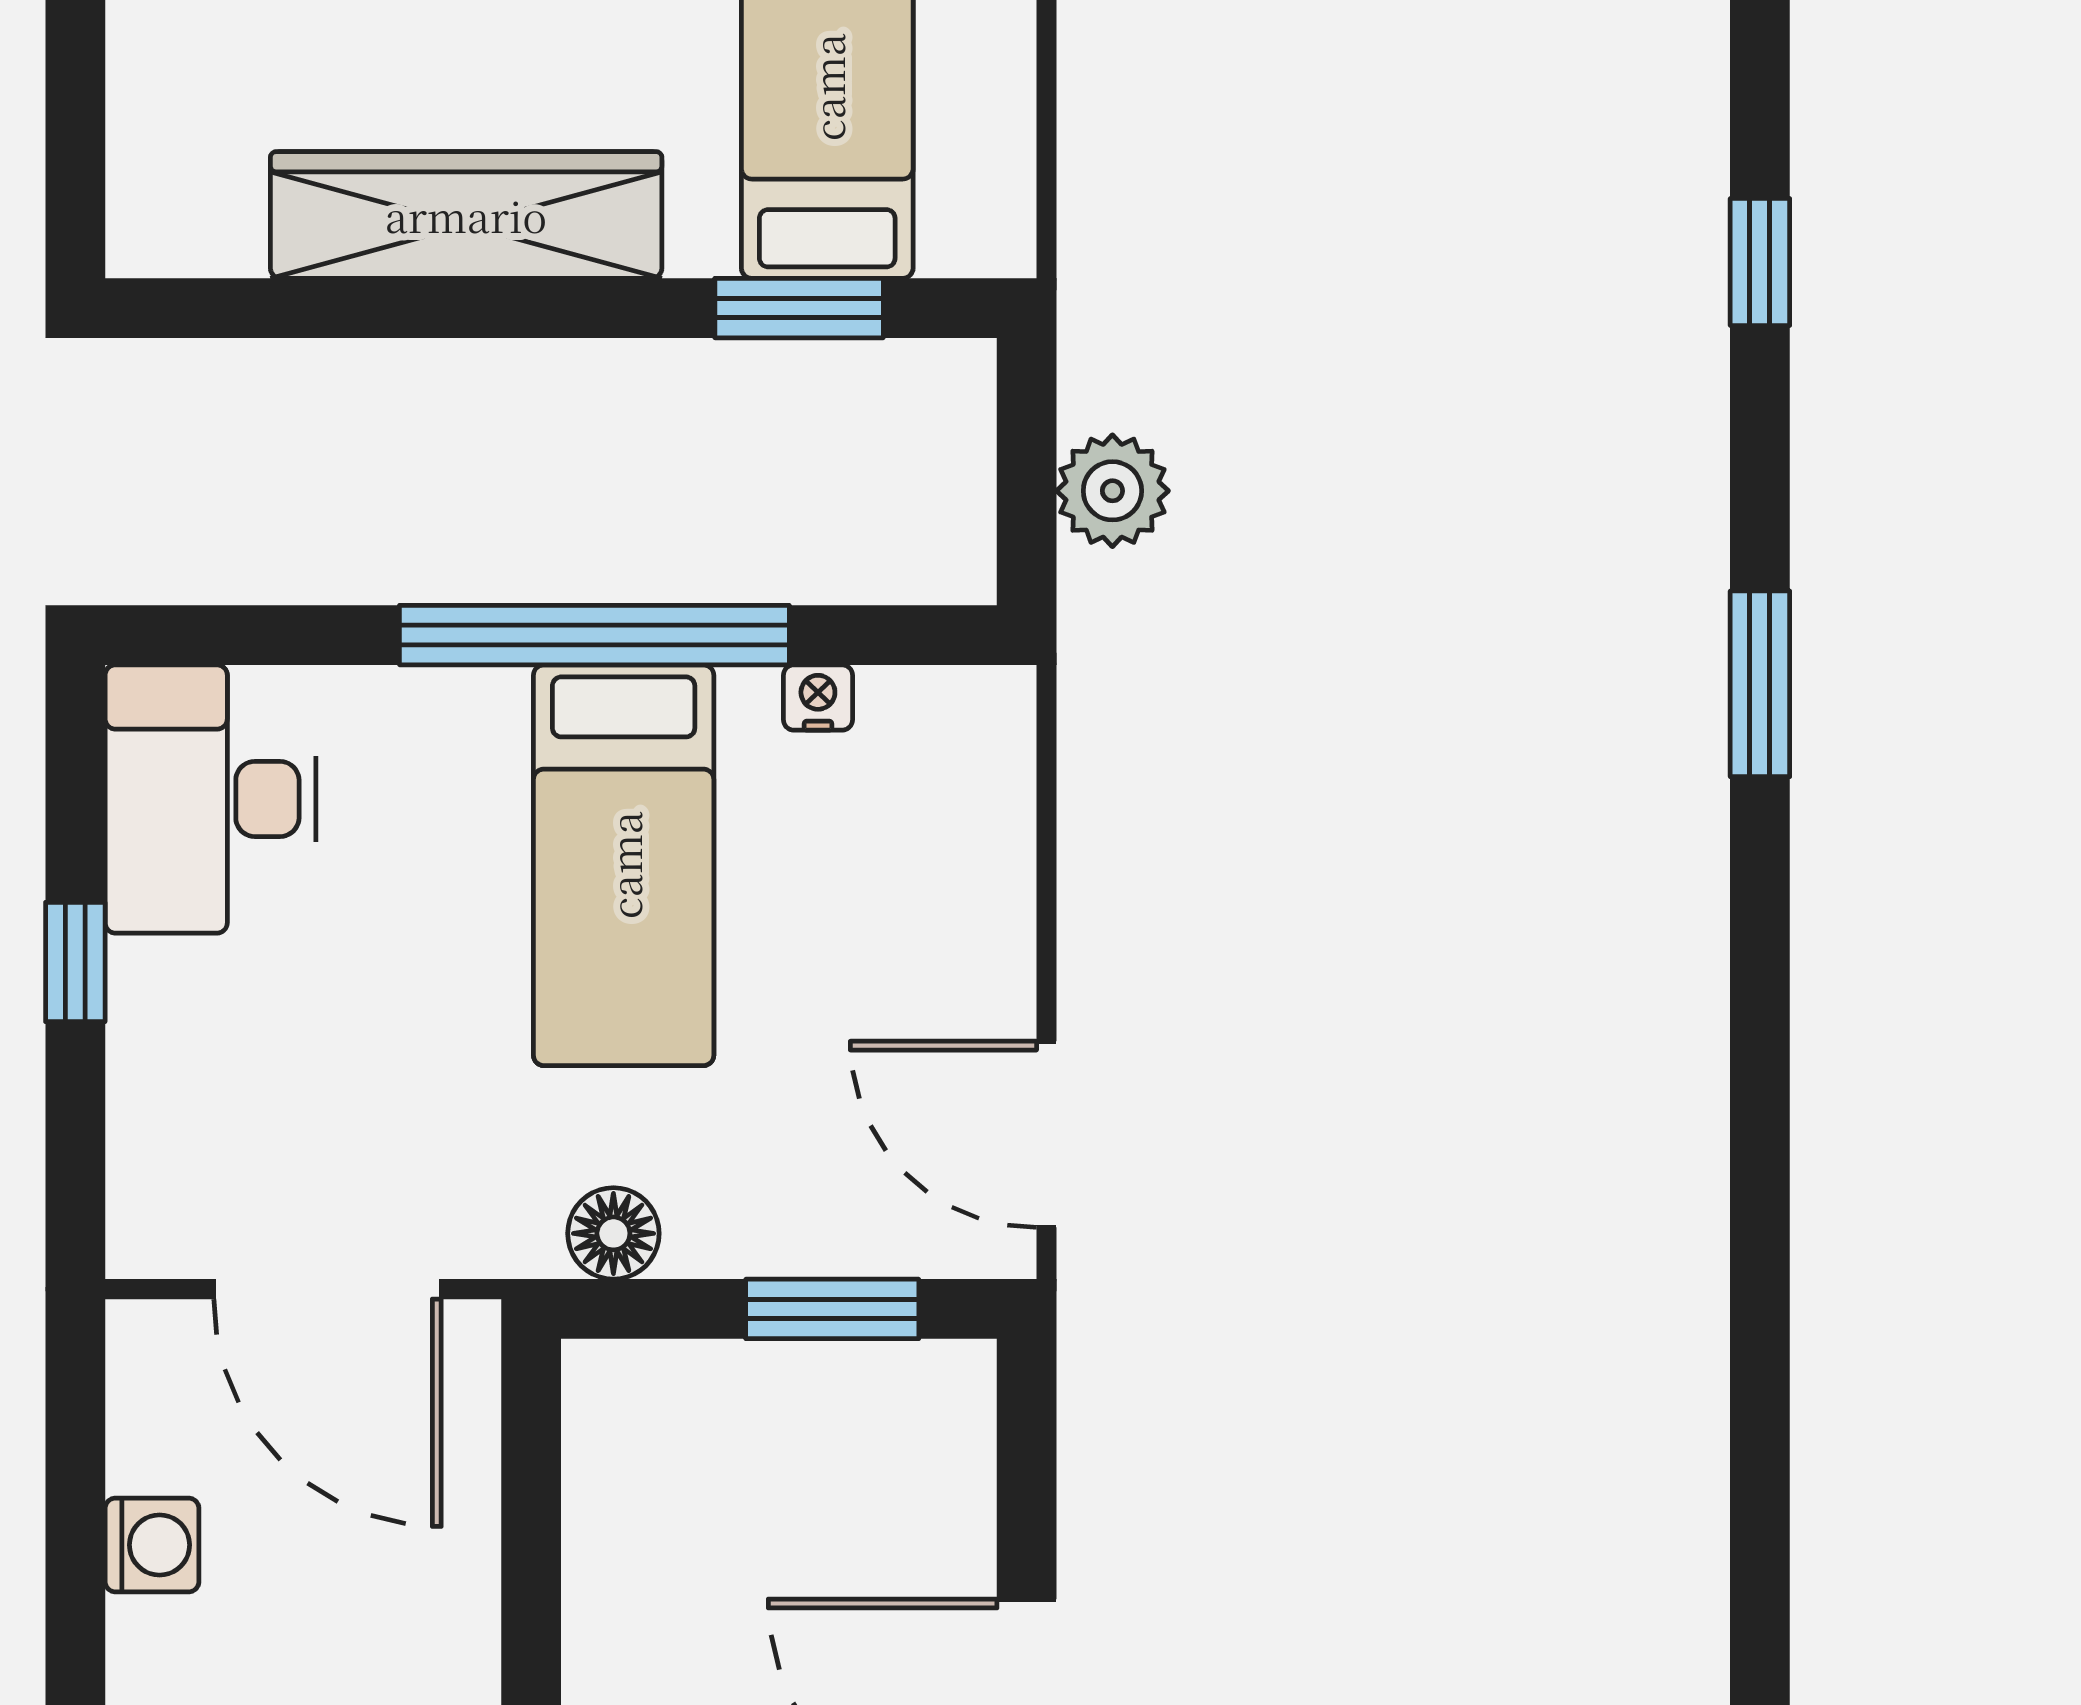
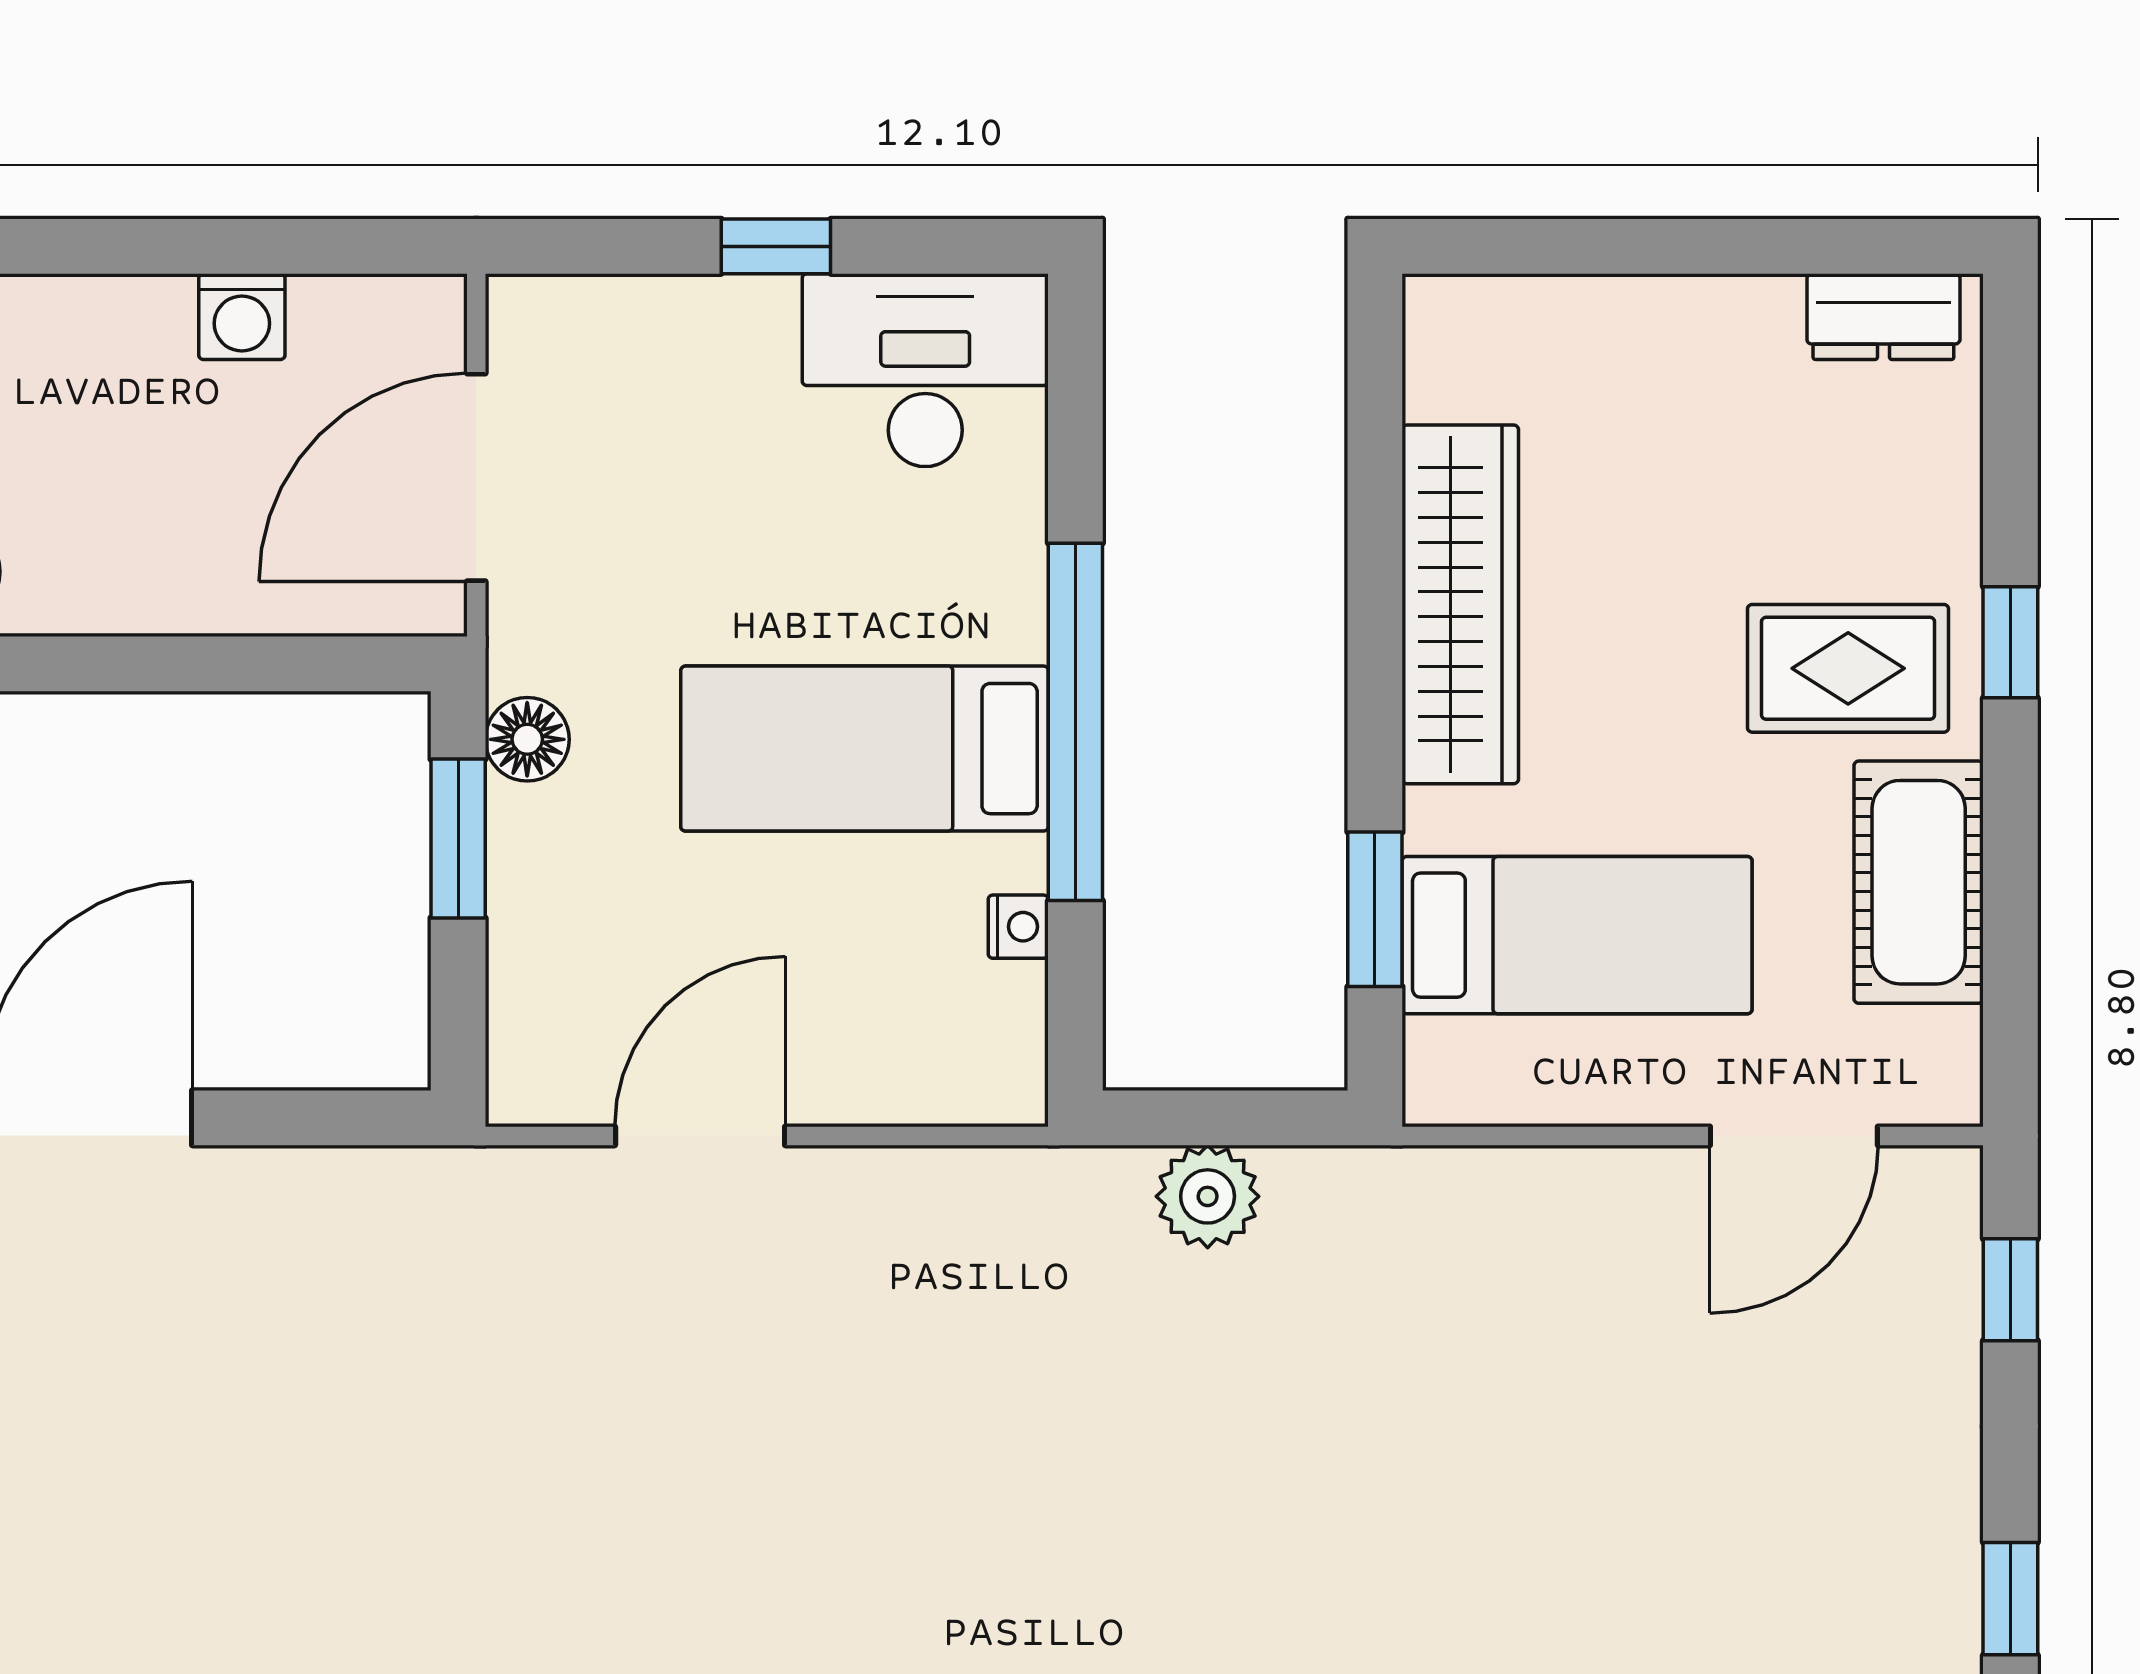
door: (1046, 1134) -> (700, 1136), moved
window: (832, 1309) -> (458, 839), moved

